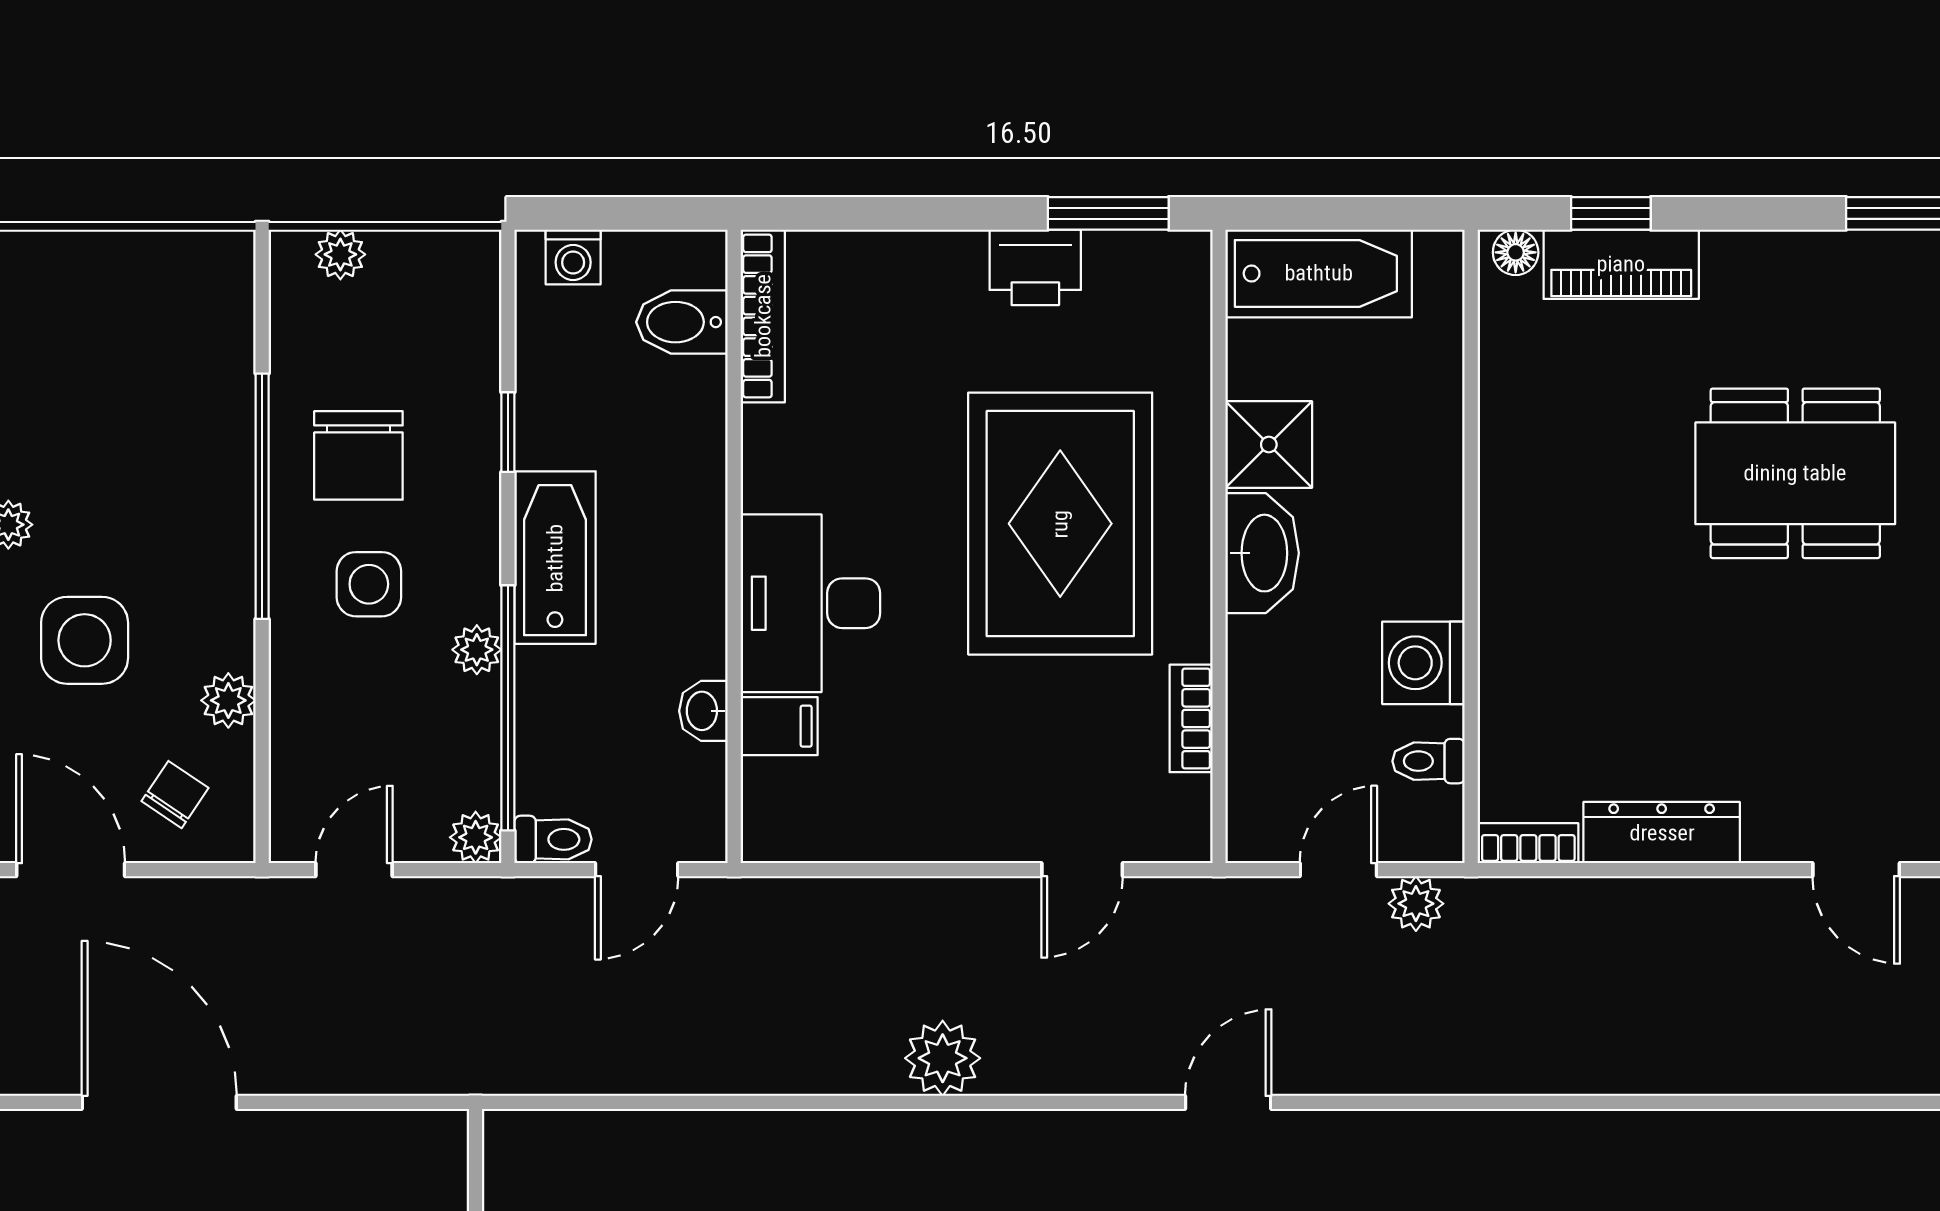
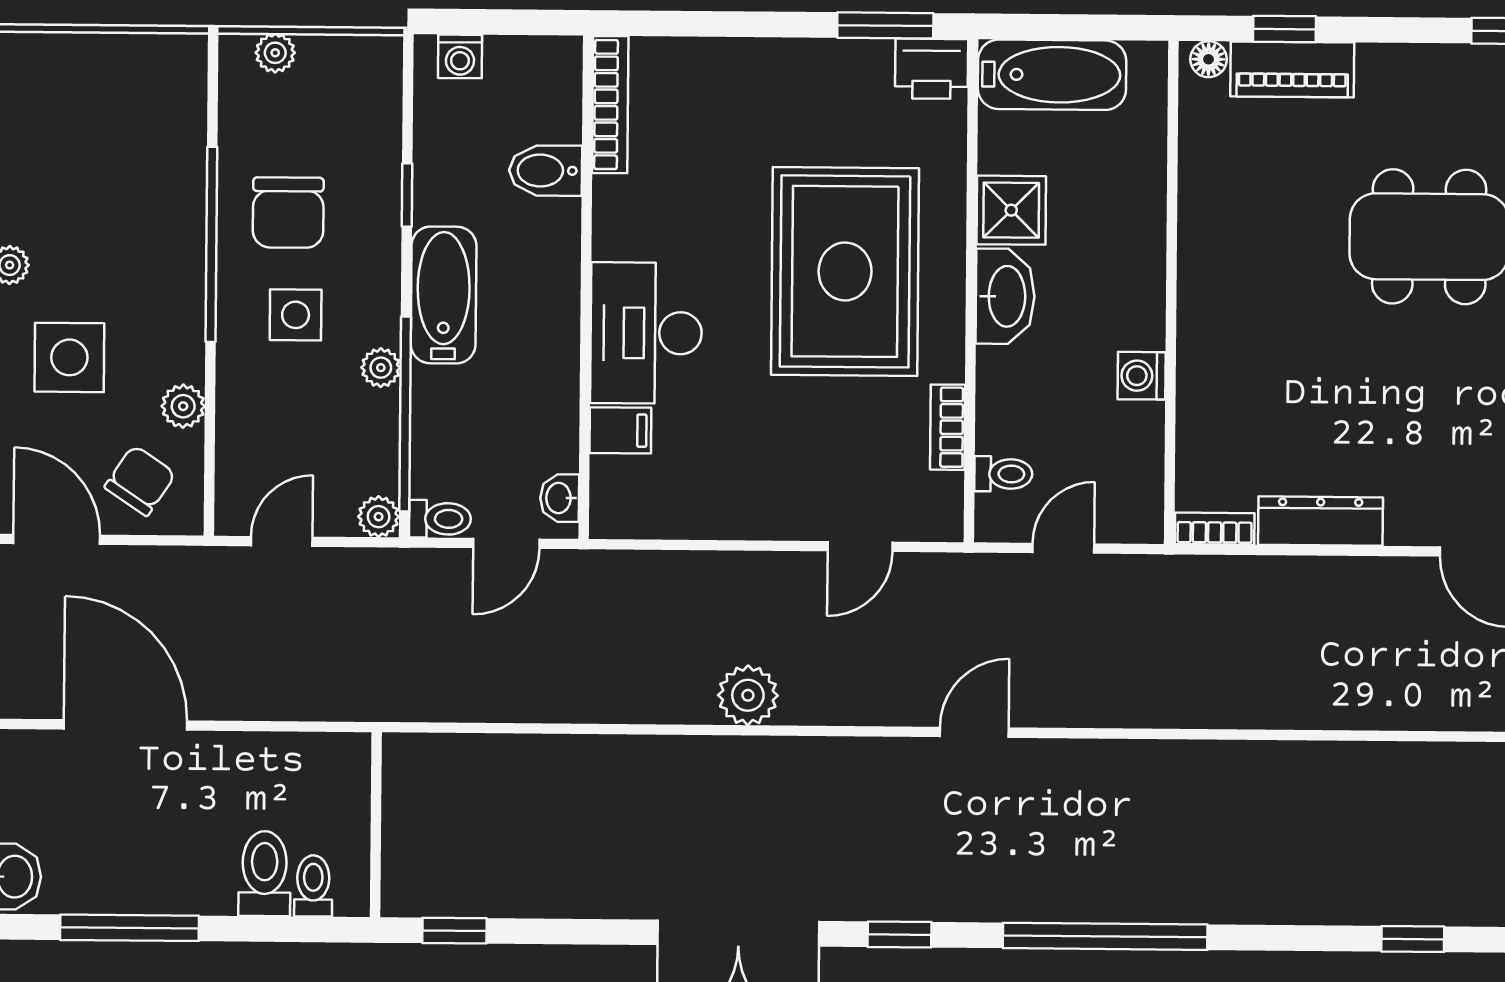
printer: (1035, 267) -> (932, 69), moved
bidet: (682, 322) -> (545, 171), moved
washing machine: (1423, 663) -> (1142, 376), width x0.73, depth x0.73
washbasin: (703, 711) -> (560, 498), moved
toilet: (1428, 761) -> (1003, 474), moved, turned 180
chair: (175, 795) -> (140, 481), width x1.37, depth x1.37
plant: (1416, 904) -> (1125, 576), removed

